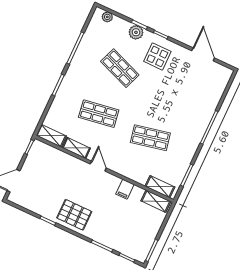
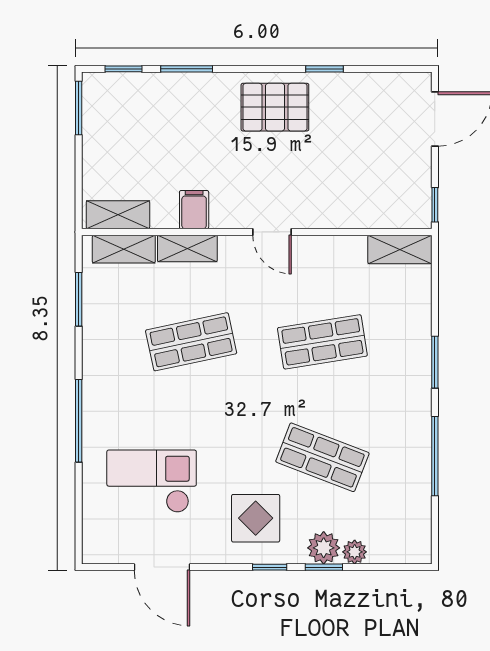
plant: (107, 17) -> (355, 552), moved
checkout: (192, 90) -> (152, 481), added
shelving: (76, 148) -> (187, 248), moved

